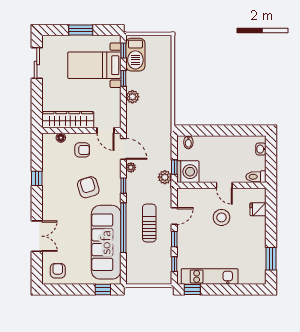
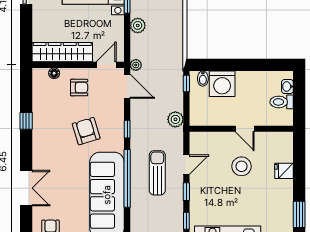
door: (105, 131) -> (106, 65), swing flipped
plant: (131, 167) -> (136, 65), moved
window: (174, 167) -> (186, 83), moved
washing machine: (188, 172) -> (222, 84), moved, turned 90
toilet: (256, 177) -> (282, 102), moved
fridge: (258, 209) -> (284, 171), moved

